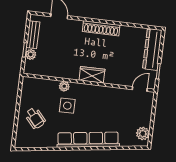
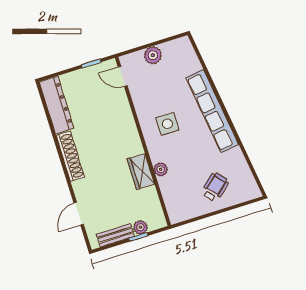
dresser: (152, 49) -> (57, 105), moved, turned -90
wardrobe: (92, 75) -> (141, 172), moved
side table: (67, 106) -> (167, 124), moved
plant: (143, 134) -> (153, 55), moved

